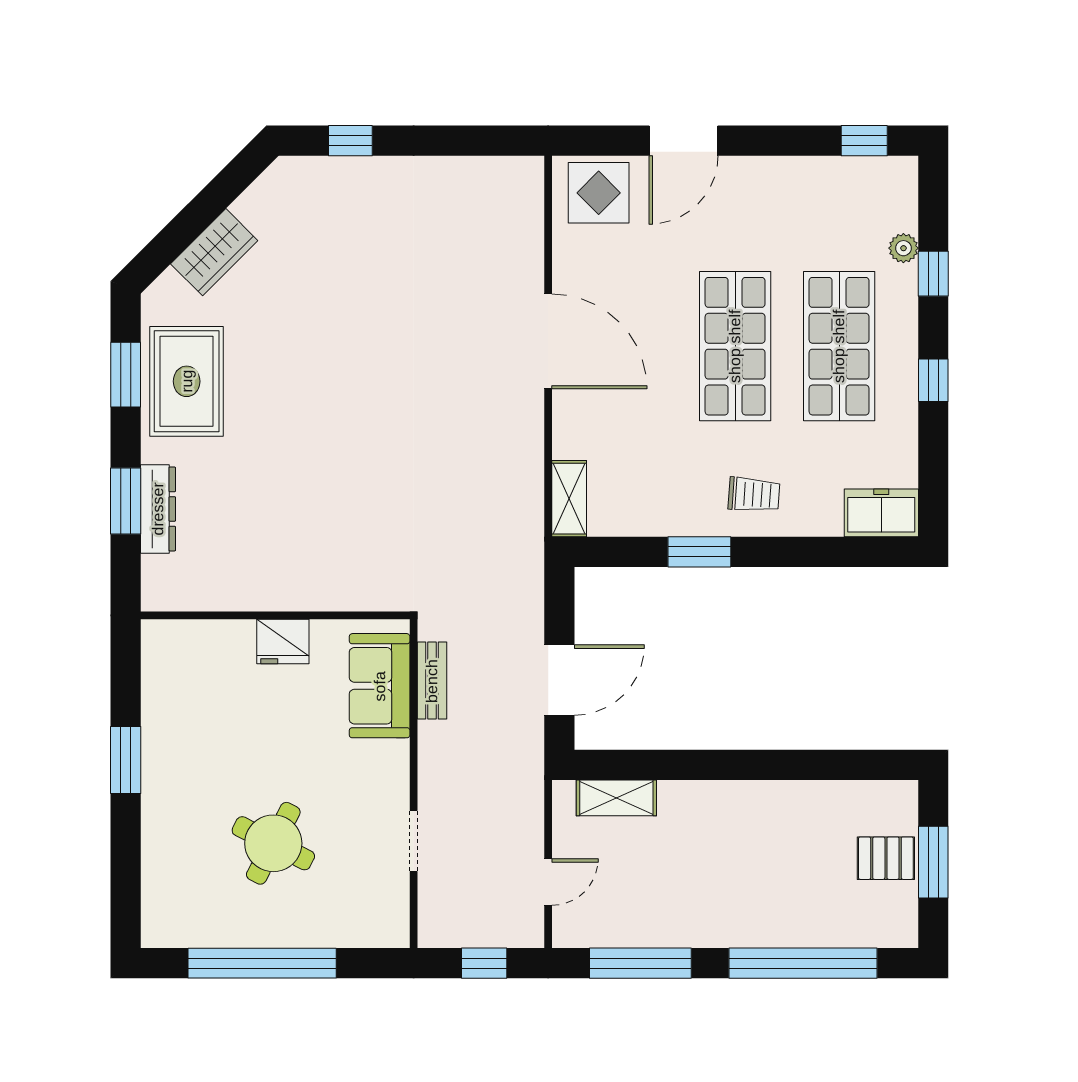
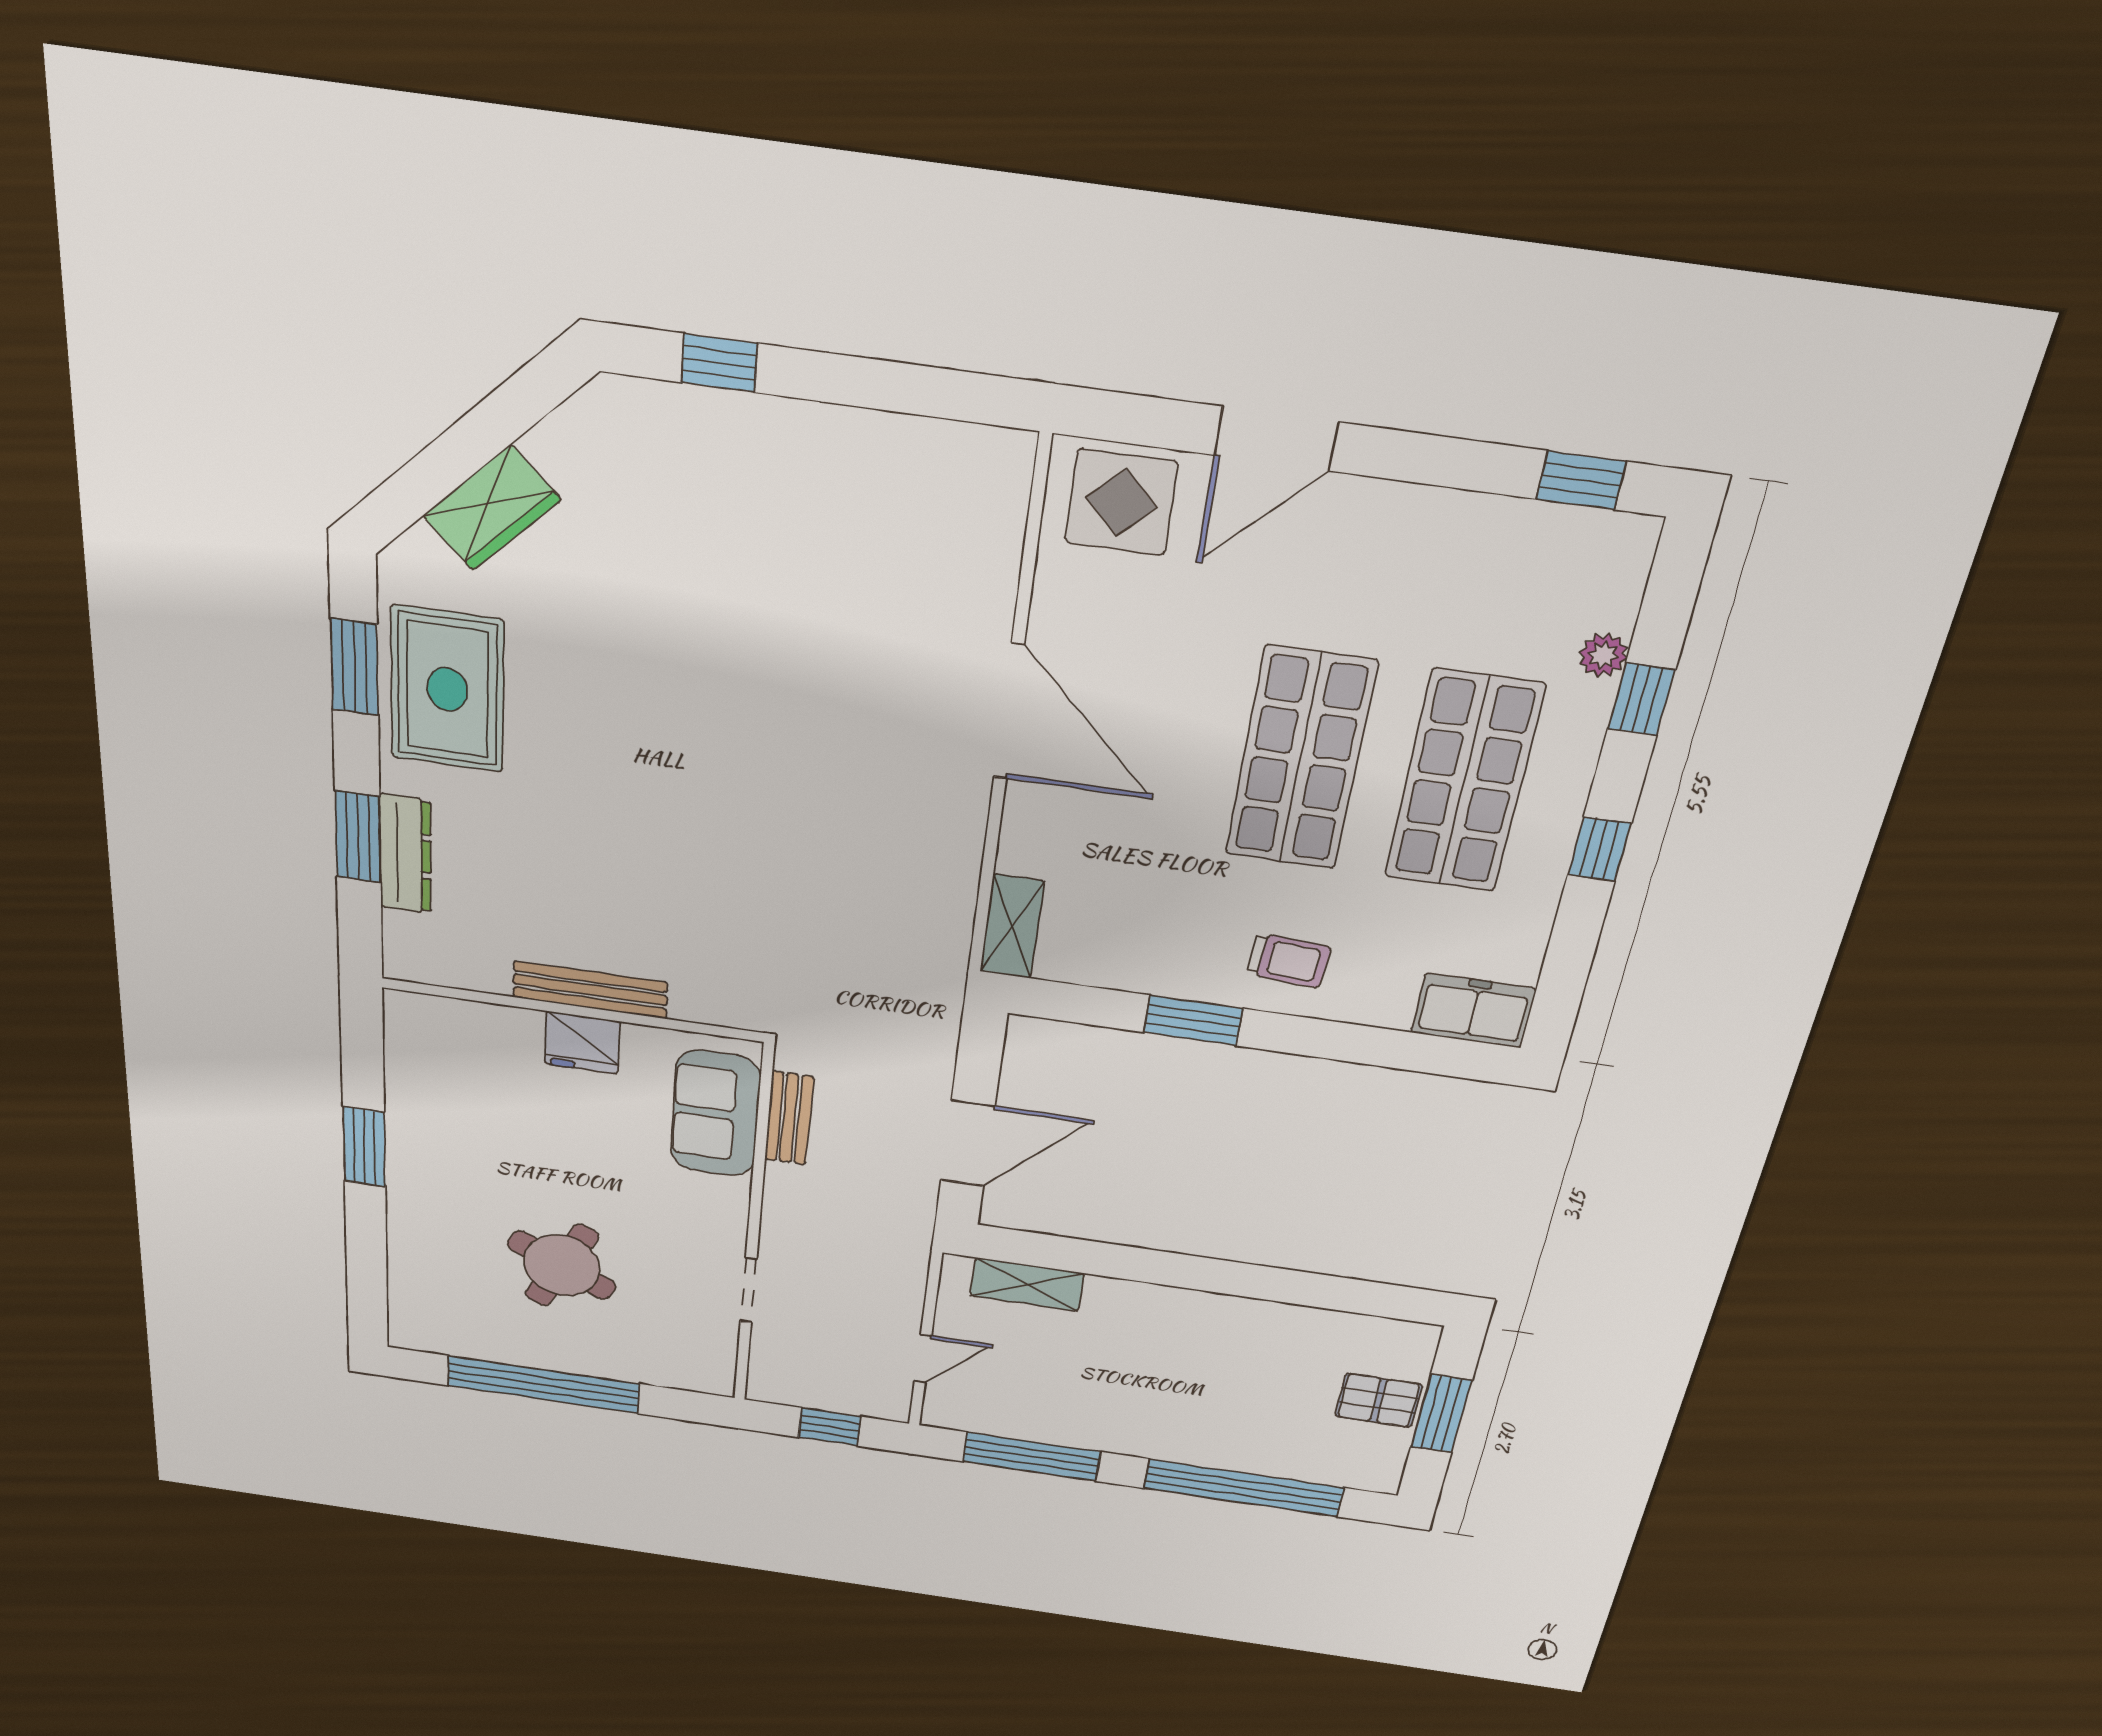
bench: (287, 597) -> (590, 990), added

